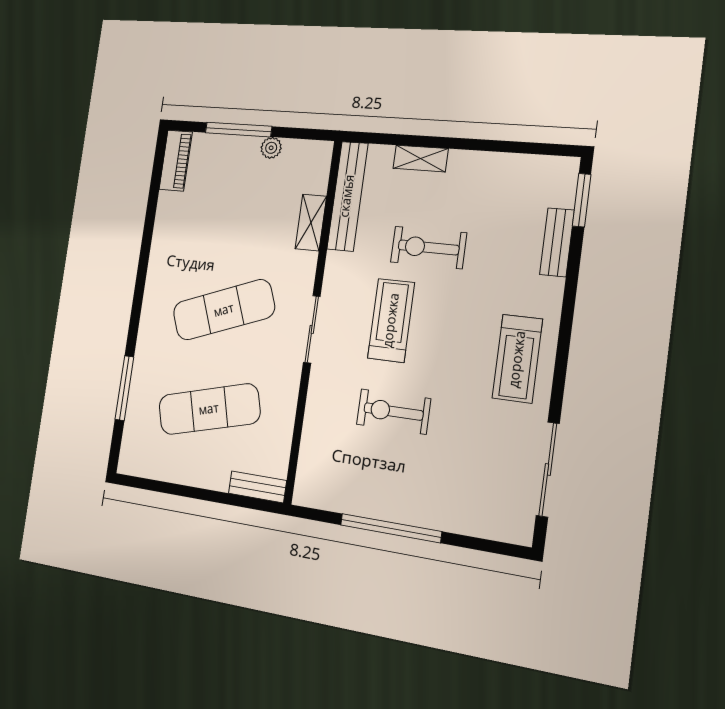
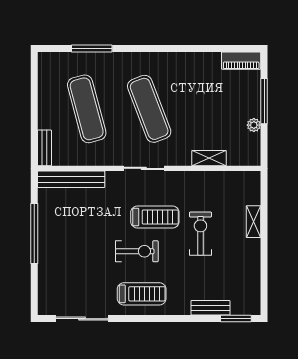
bench: (347, 196) -> (71, 179), moved
treadmill: (517, 359) -> (142, 294), turned 180
exercise bike: (393, 412) -> (137, 251), moved, turned 90

